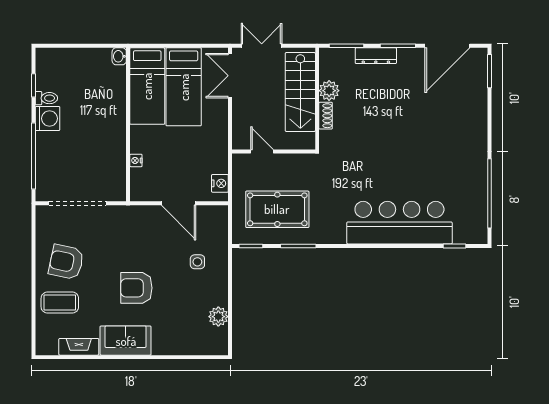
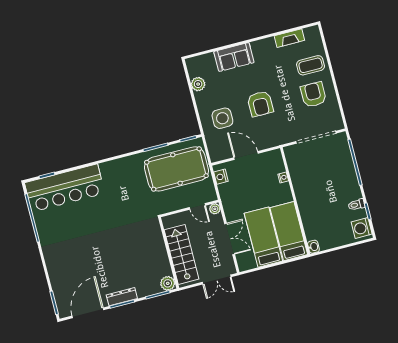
dresser: (376, 56) -> (122, 297), moved
double door: (230, 76) -> (230, 239), moved
plant: (329, 91) -> (168, 283), moved
shoe rack: (326, 116) -> (160, 243), removed
washing machine: (48, 118) -> (362, 228), moved
plant: (239, 142) -> (215, 209), added
pool table: (277, 209) -> (176, 169), width x1.36, depth x1.32
bar counter: (399, 223) -> (65, 188), moved
armchair: (66, 262) -> (313, 95), turned -102
side table: (197, 262) -> (222, 118), width x1.87, depth x1.87
armchair: (136, 288) -> (260, 104), moved, turned 90
sofa: (126, 341) -> (234, 57), moved

